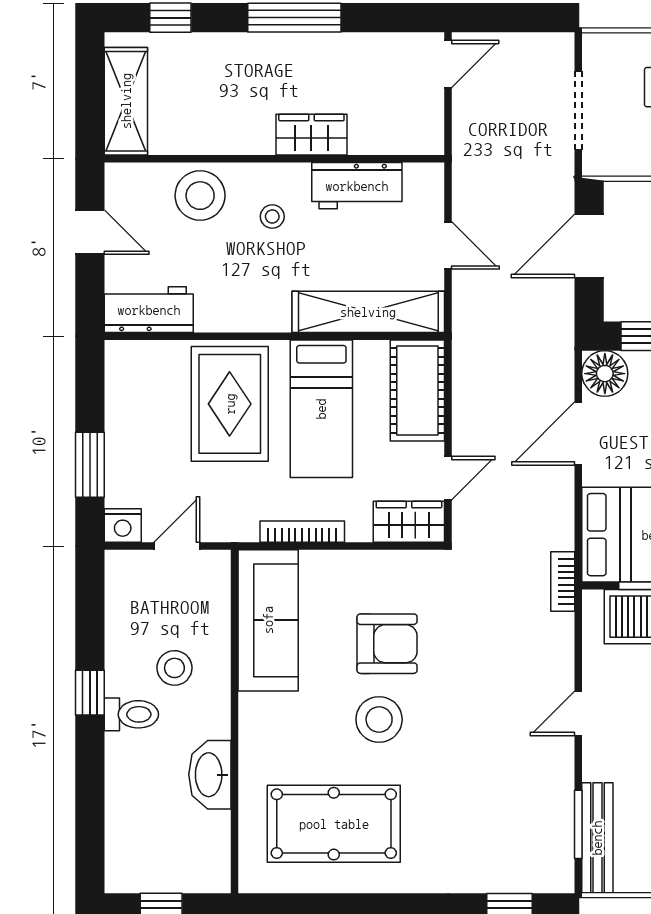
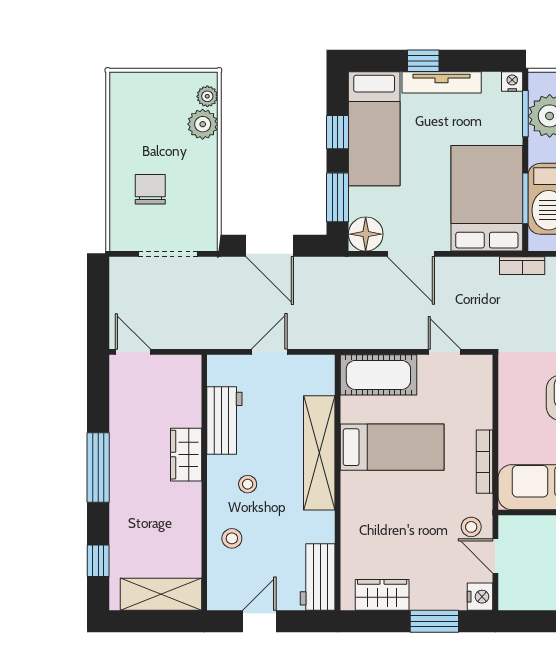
stool: (200, 196) -> (232, 538), width x0.53, depth x0.53
shelving: (368, 312) -> (319, 453), moved
rug: (230, 404) -> (389, 516), removed
stool: (215, 514) -> (471, 527), added
wardrobe: (409, 522) -> (382, 595), moved, turned 90

